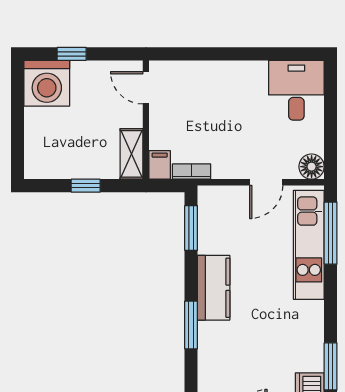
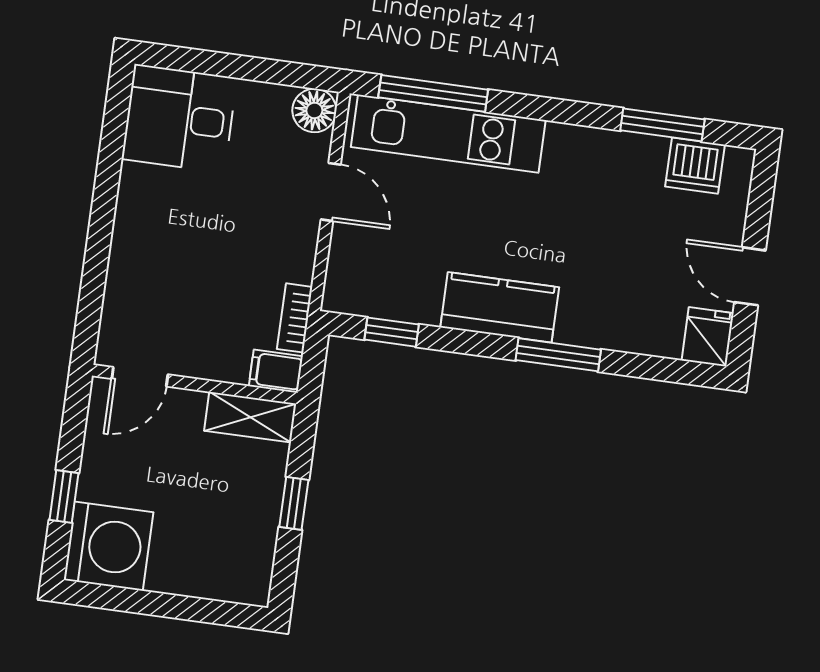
window: (191, 228) -> (392, 332), width x0.67

